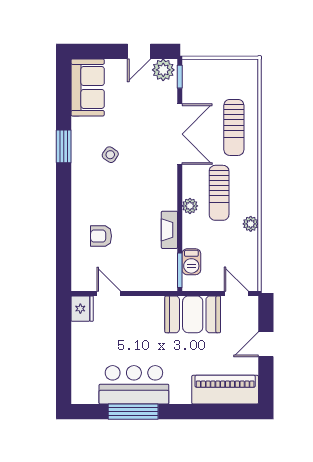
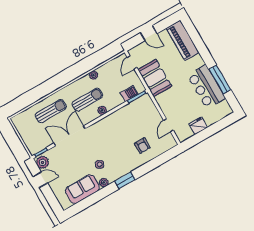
sofa: (88, 87) -> (82, 189), moved
plant: (79, 145) -> (104, 182), added
window: (64, 146) -> (125, 180), moved
fireplace: (169, 230) -> (120, 114), removed
fridge: (82, 309) -> (198, 126), moved

